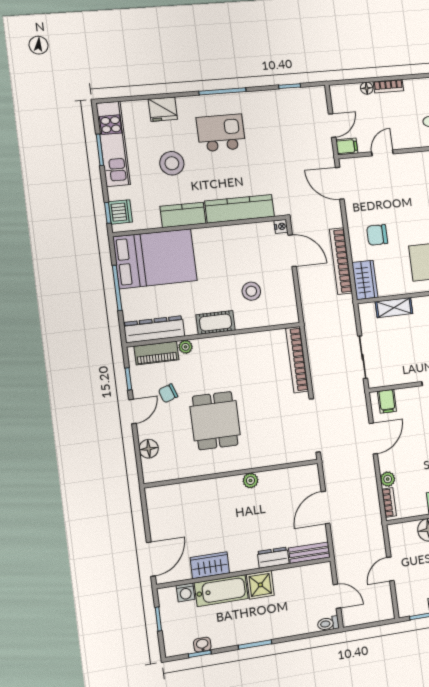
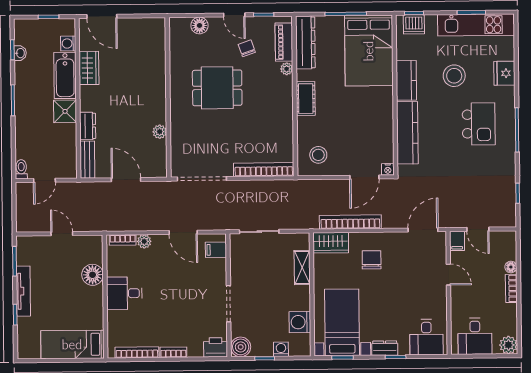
stool: (251, 291) -> (318, 155), moved
plant: (250, 481) -> (160, 132), moved

